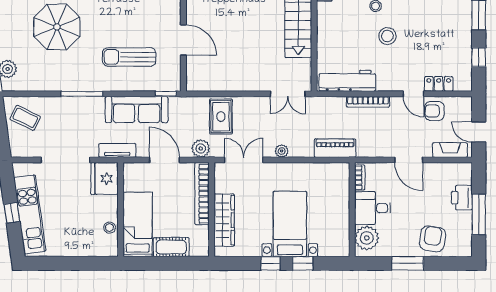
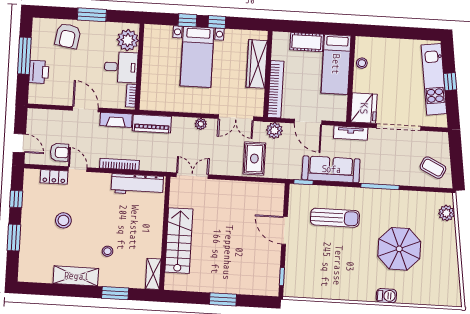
stool: (387, 36) -> (63, 220), moved
door: (479, 132) -> (19, 143), moved
fireplace: (450, 150) -> (116, 120), moved

